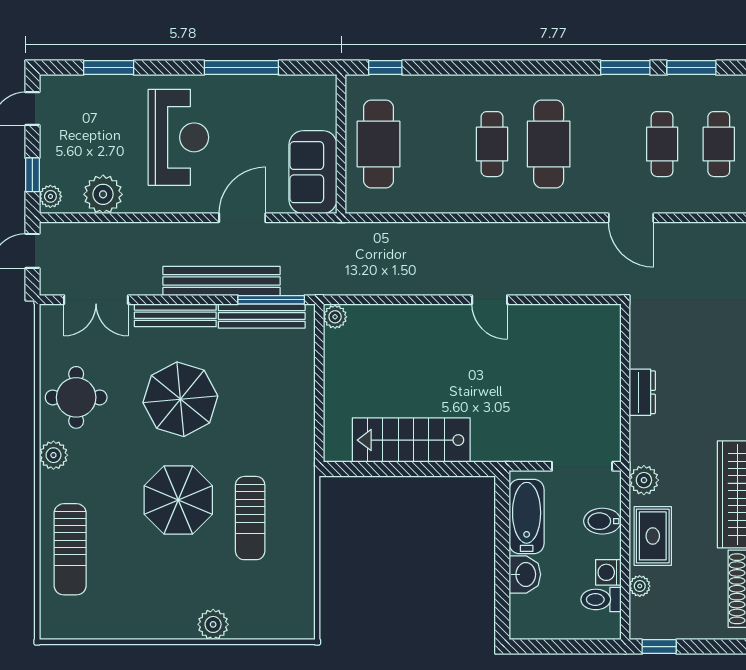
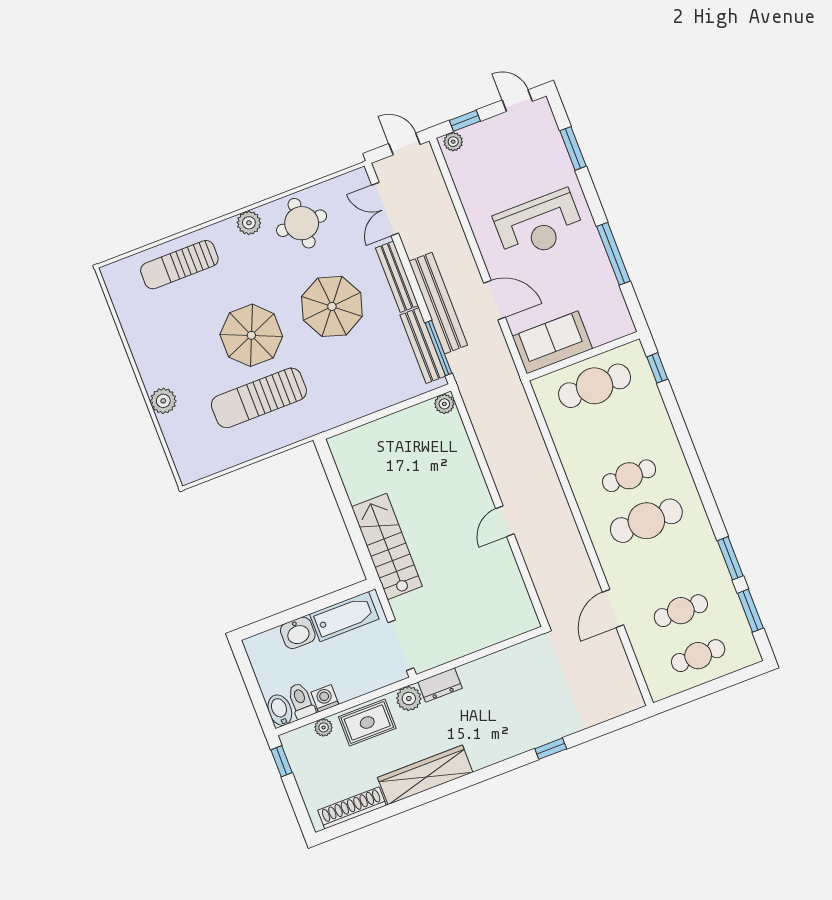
plant: (103, 194) -> (471, 183), removed
dresser: (642, 392) -> (440, 685), moved
stairs: (411, 440) -> (387, 547), moved
sun lounger: (250, 518) -> (259, 398), width x1.36, depth x1.34
bidet: (602, 521) -> (280, 710), moved

